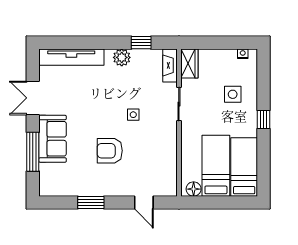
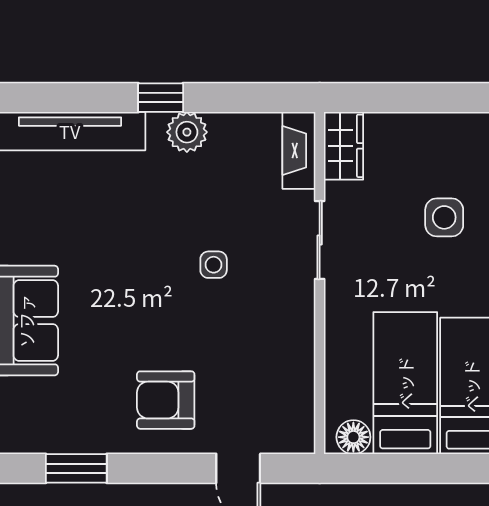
window: (141, 43) -> (161, 98), moved
nightstand: (243, 54) -> (468, 123), removed
armchair: (110, 151) -> (166, 400), moved
window: (91, 203) -> (76, 468), moved

